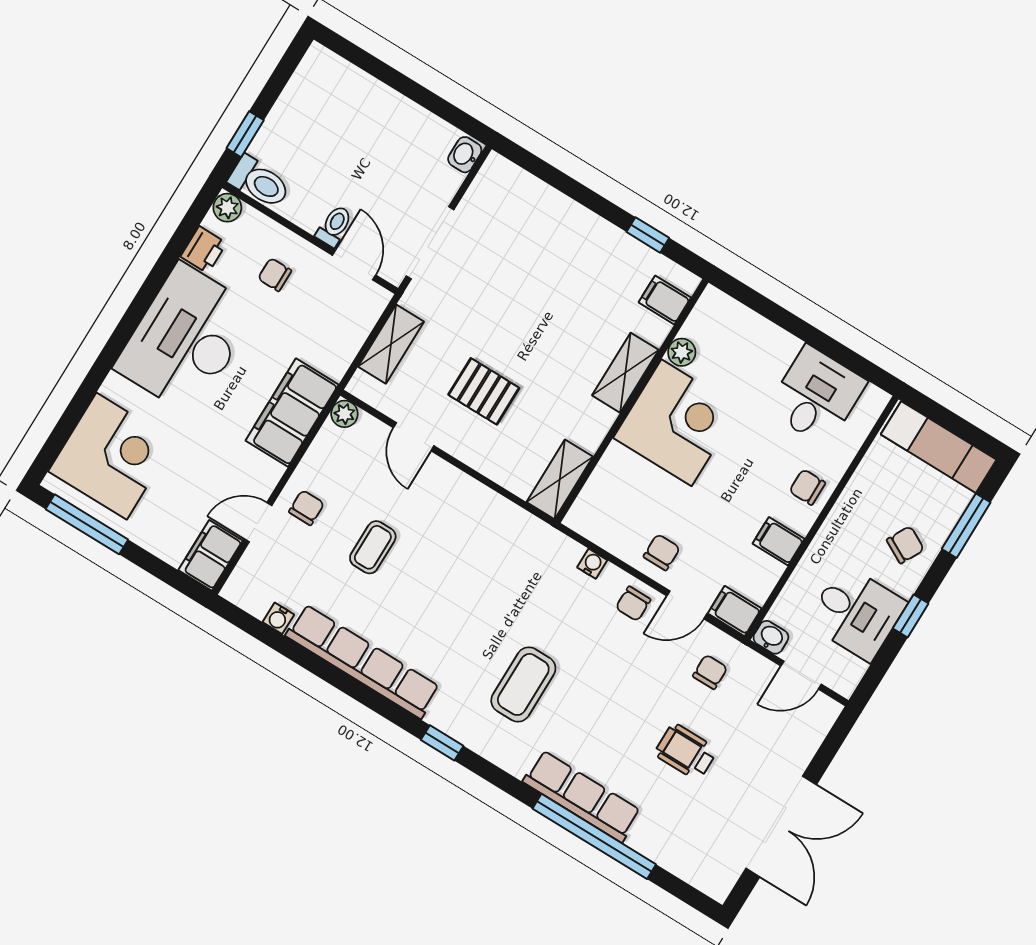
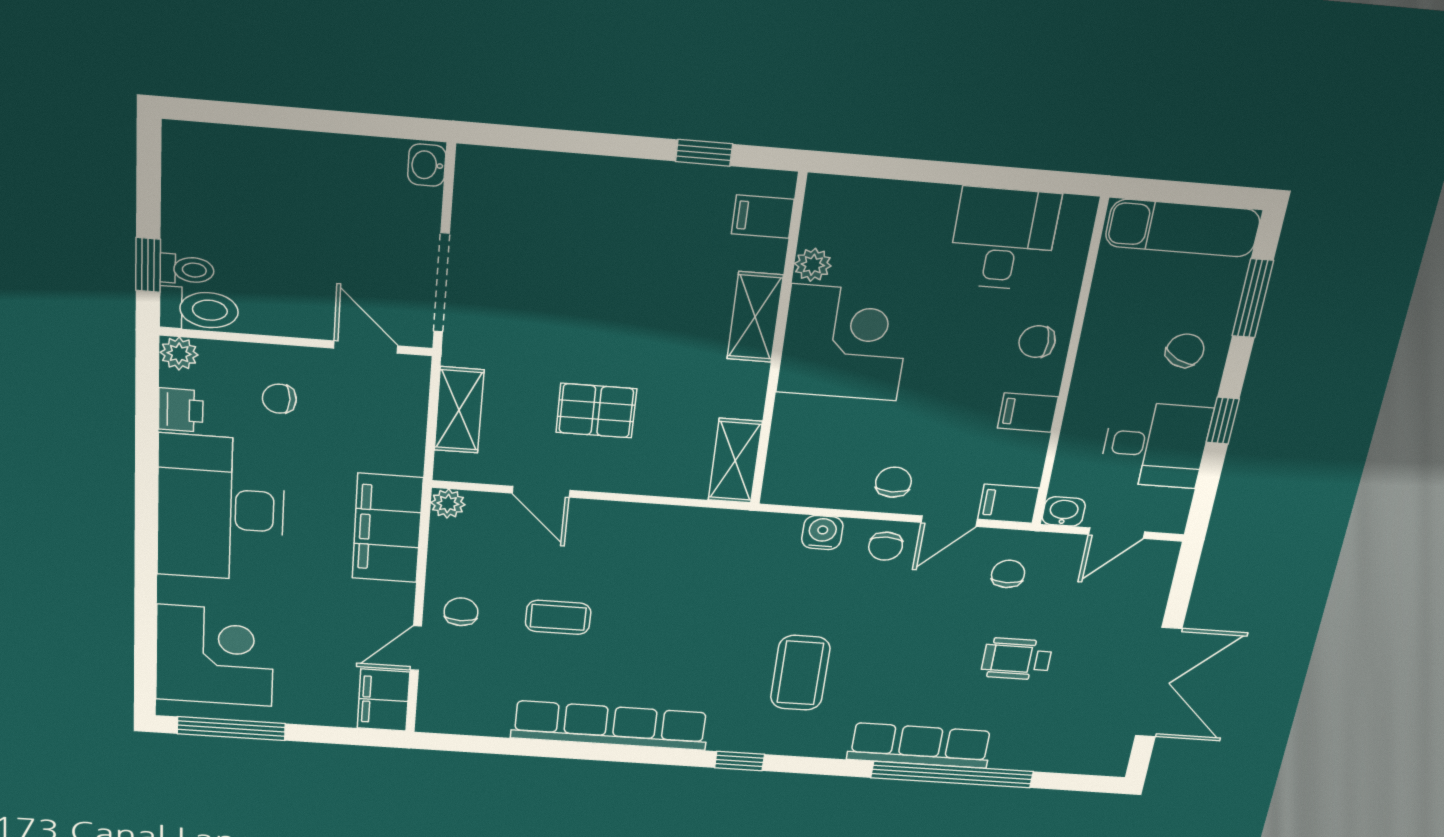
toilet: (334, 226) -> (187, 269), moved, turned 90
coffee table: (373, 547) -> (558, 617), turned 90
water cooler: (592, 564) -> (822, 533), width x1.38, depth x1.38
water cooler: (278, 618) -> (494, 725), removed

